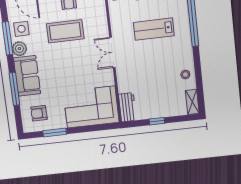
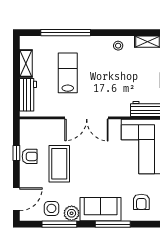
lab bench: (154, 29) -> (68, 73), turned 180
double door: (112, 52) -> (87, 118), width x1.37

